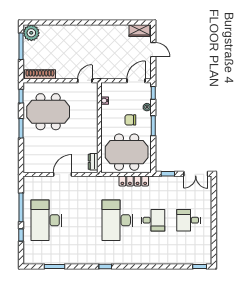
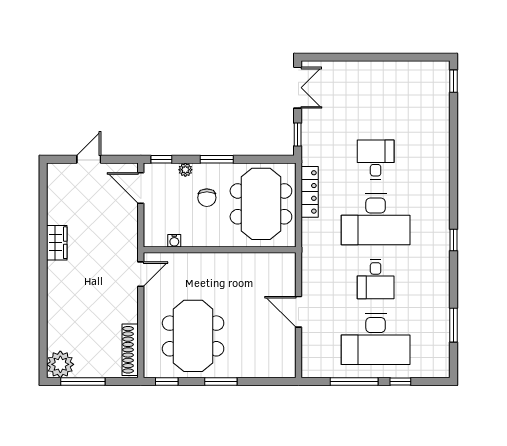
wardrobe: (139, 31) -> (57, 243), moved
door: (85, 81) -> (141, 274), swing flipped
dresser: (93, 162) -> (277, 260), removed
desk: (189, 220) -> (376, 279), moved

